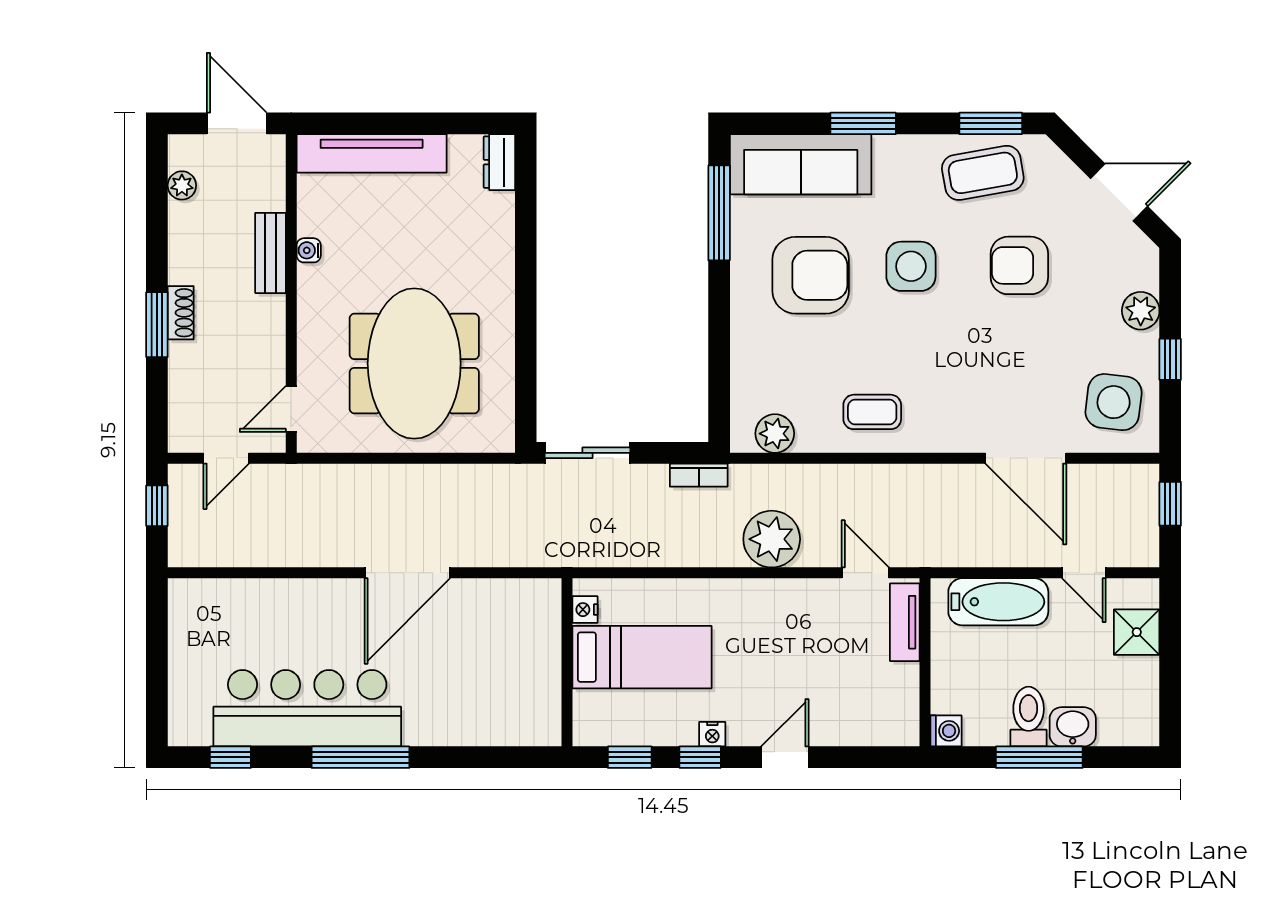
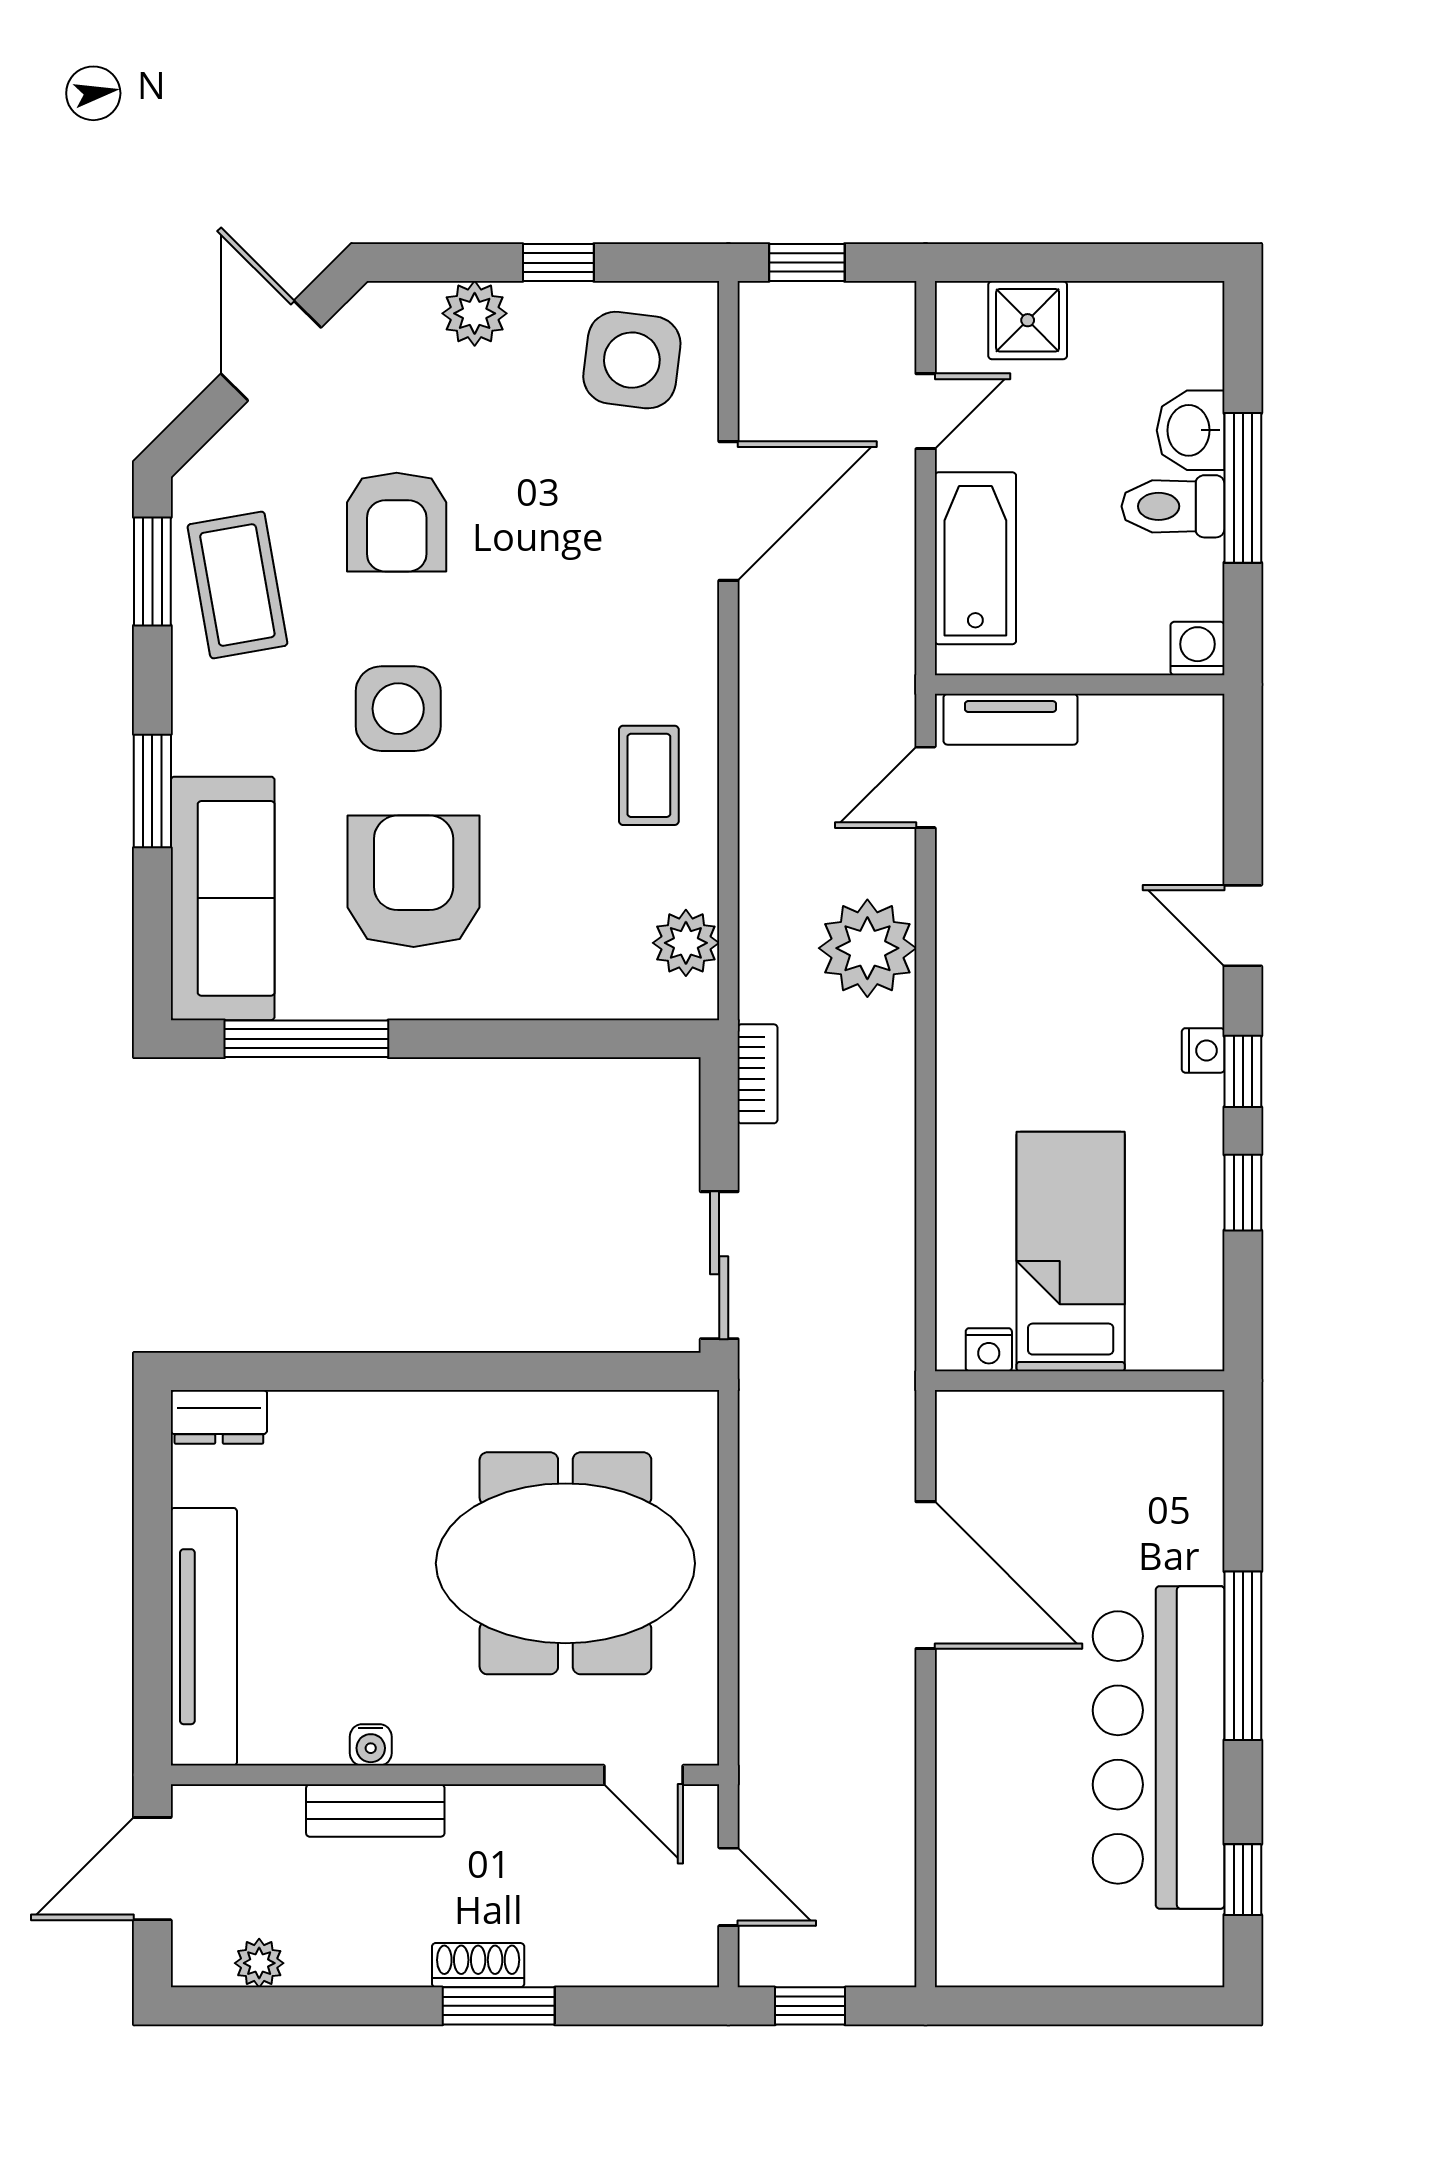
nightstand: (585, 610) -> (989, 1350), moved
bed: (642, 657) -> (1071, 1252), moved
wall: (567, 662) -> (1080, 1381), moved

